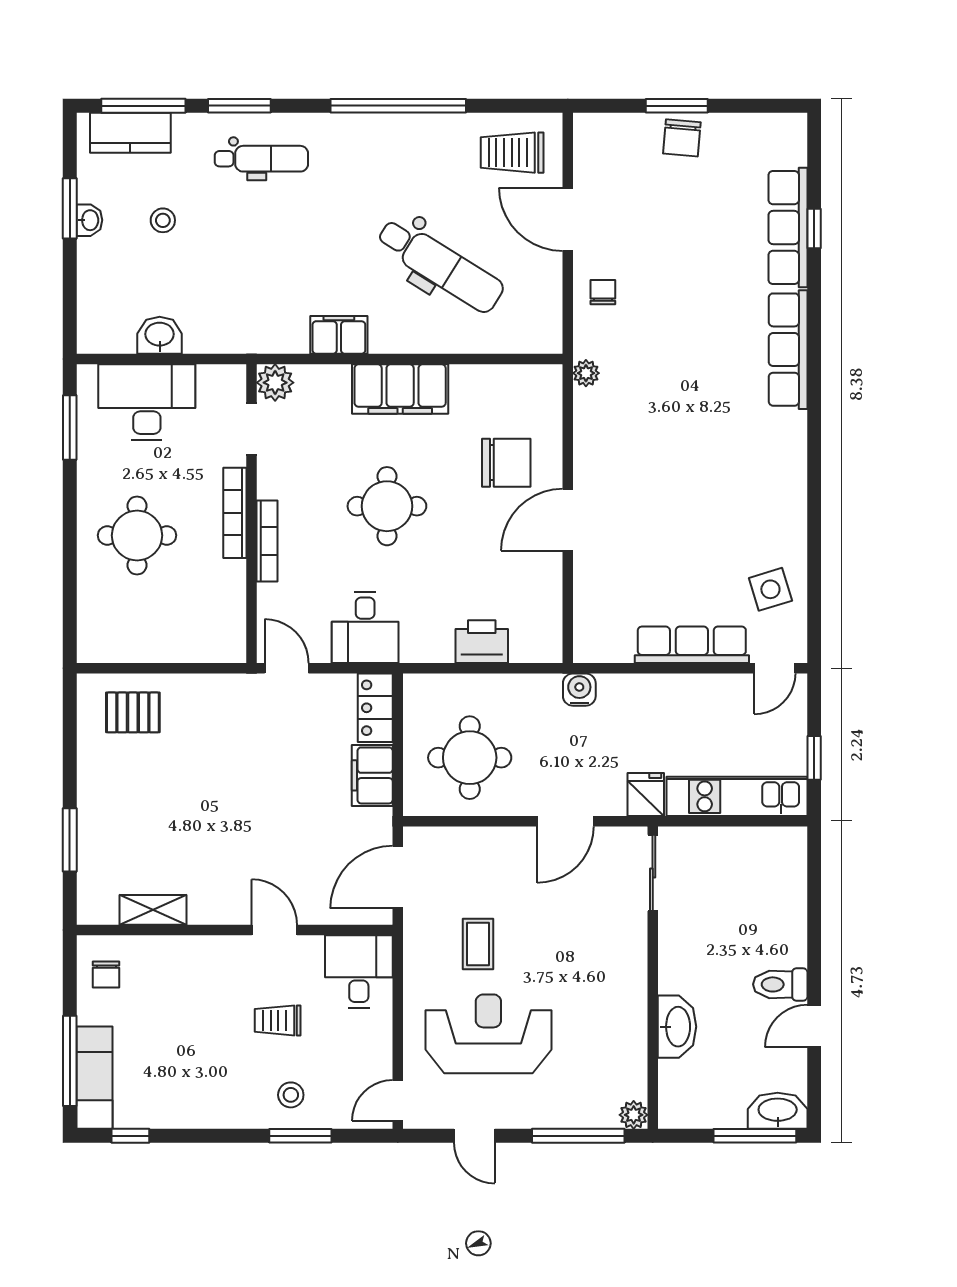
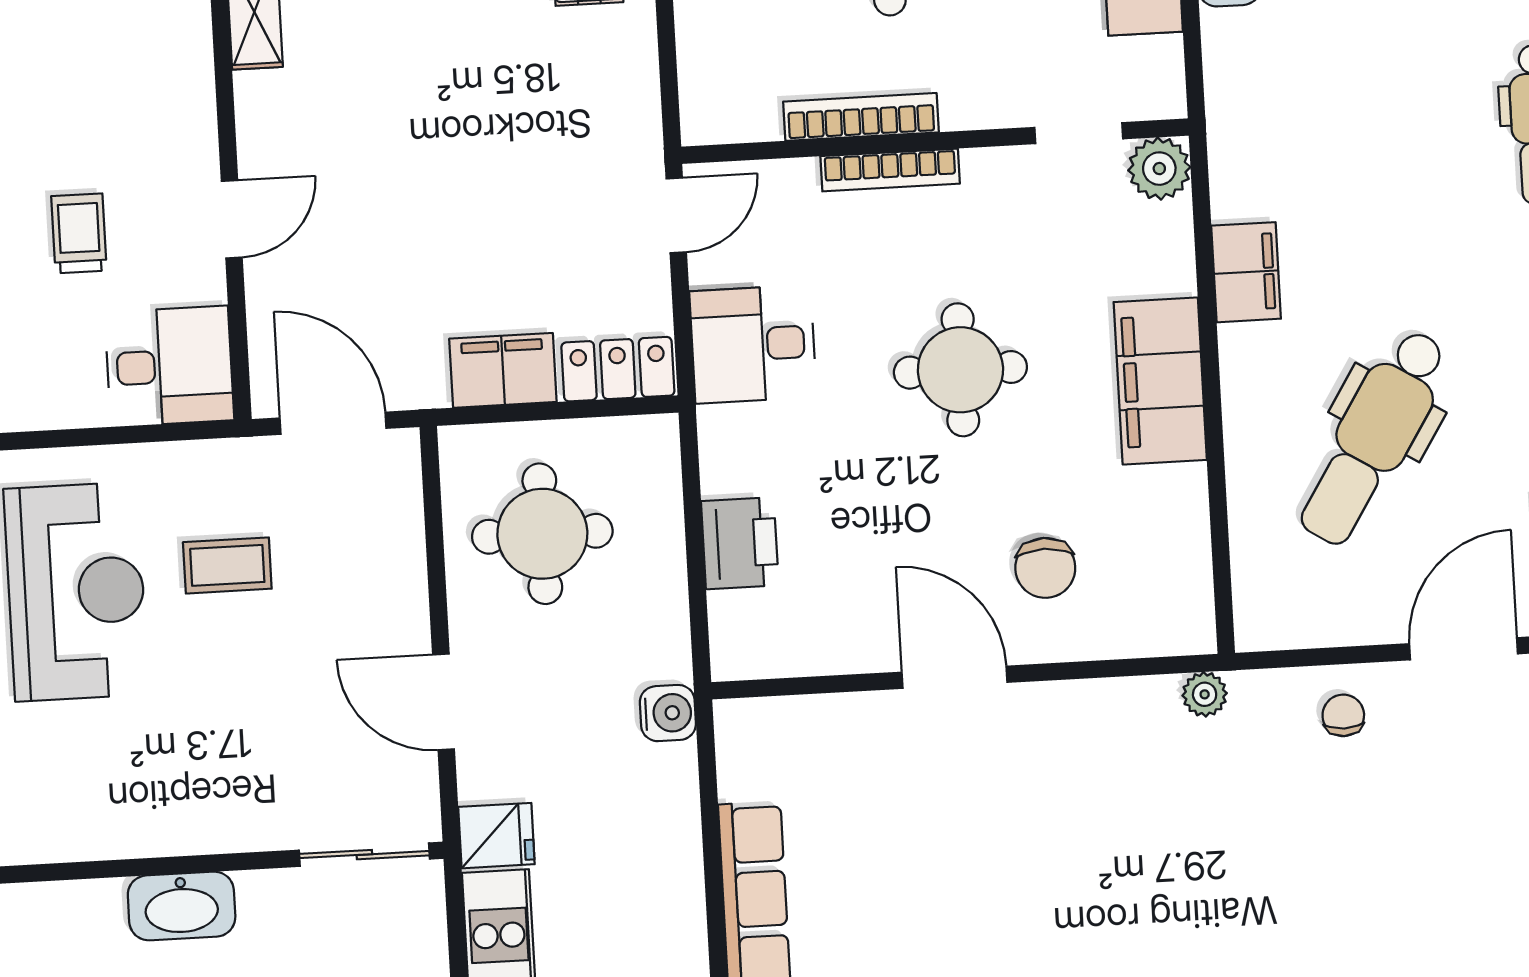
chair: (603, 292) -> (1343, 715), turned -90
chair: (506, 463) -> (1045, 568), width x0.73, depth x0.73
bookcase: (235, 513) -> (861, 117), moved
washbasin: (677, 1027) -> (182, 906), moved

